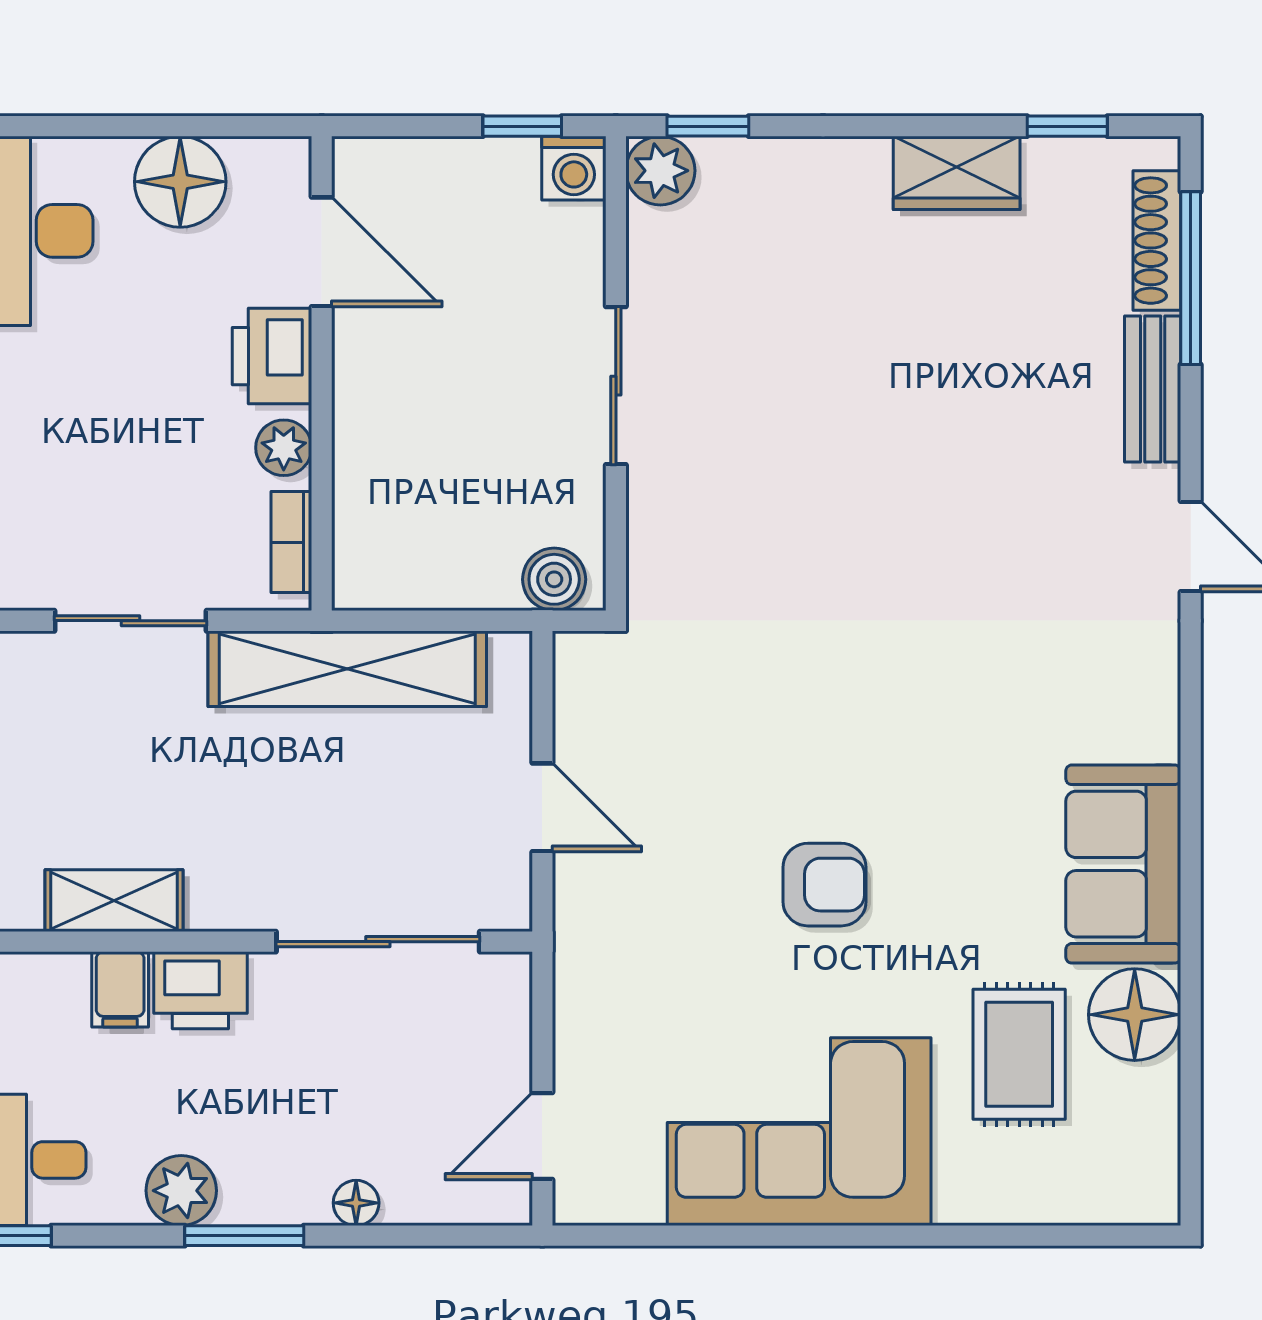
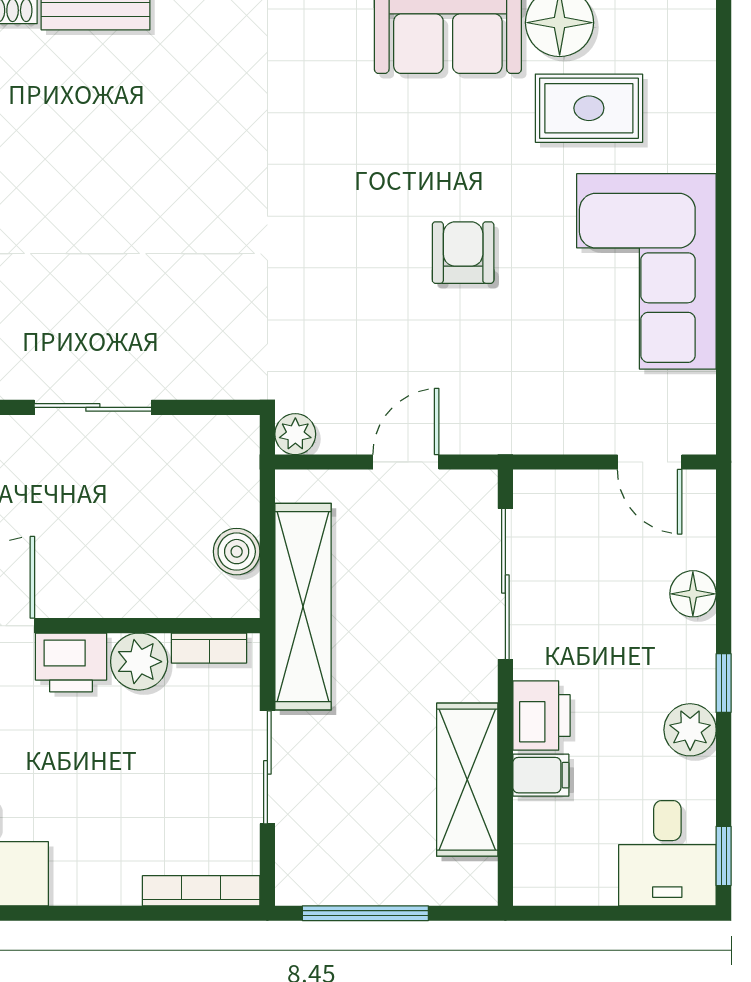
plant: (284, 448) -> (139, 662), width x1.38, depth x1.38
boiler: (554, 579) -> (237, 552), moved
plant: (580, 658) -> (295, 434), added
shelving: (114, 901) -> (467, 780), width x1.50, depth x1.33
floor lamp: (356, 1203) -> (693, 594), width x1.37, depth x1.37
window: (244, 1236) -> (724, 683), width x0.67

